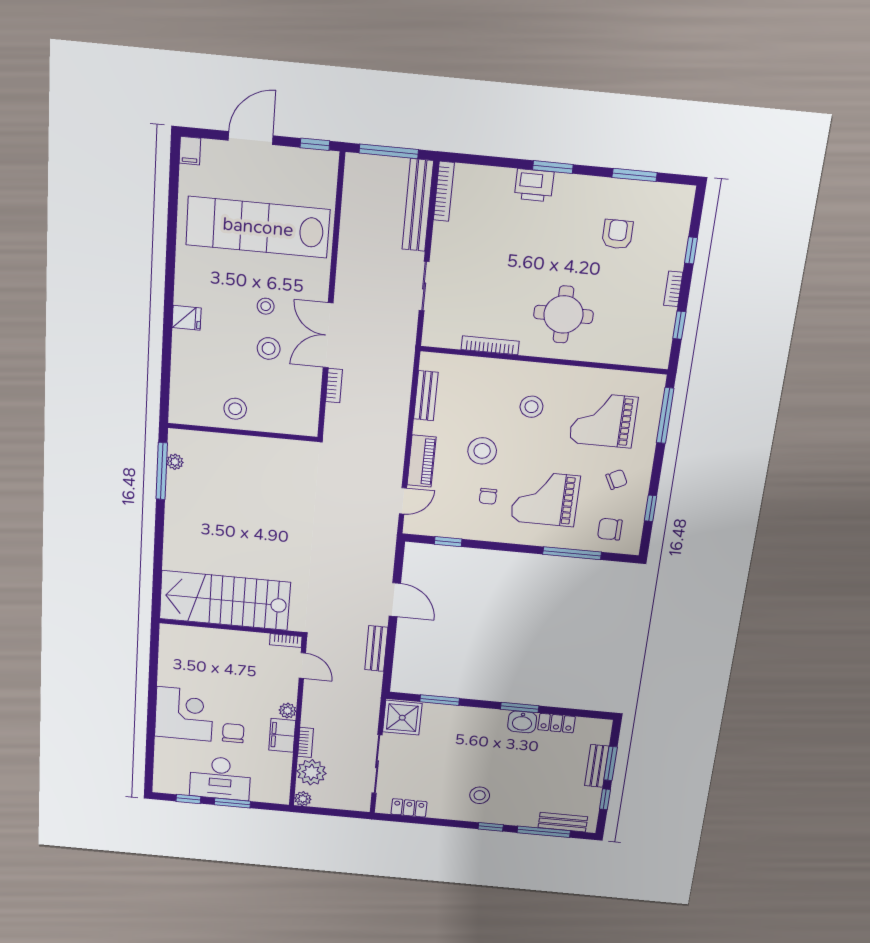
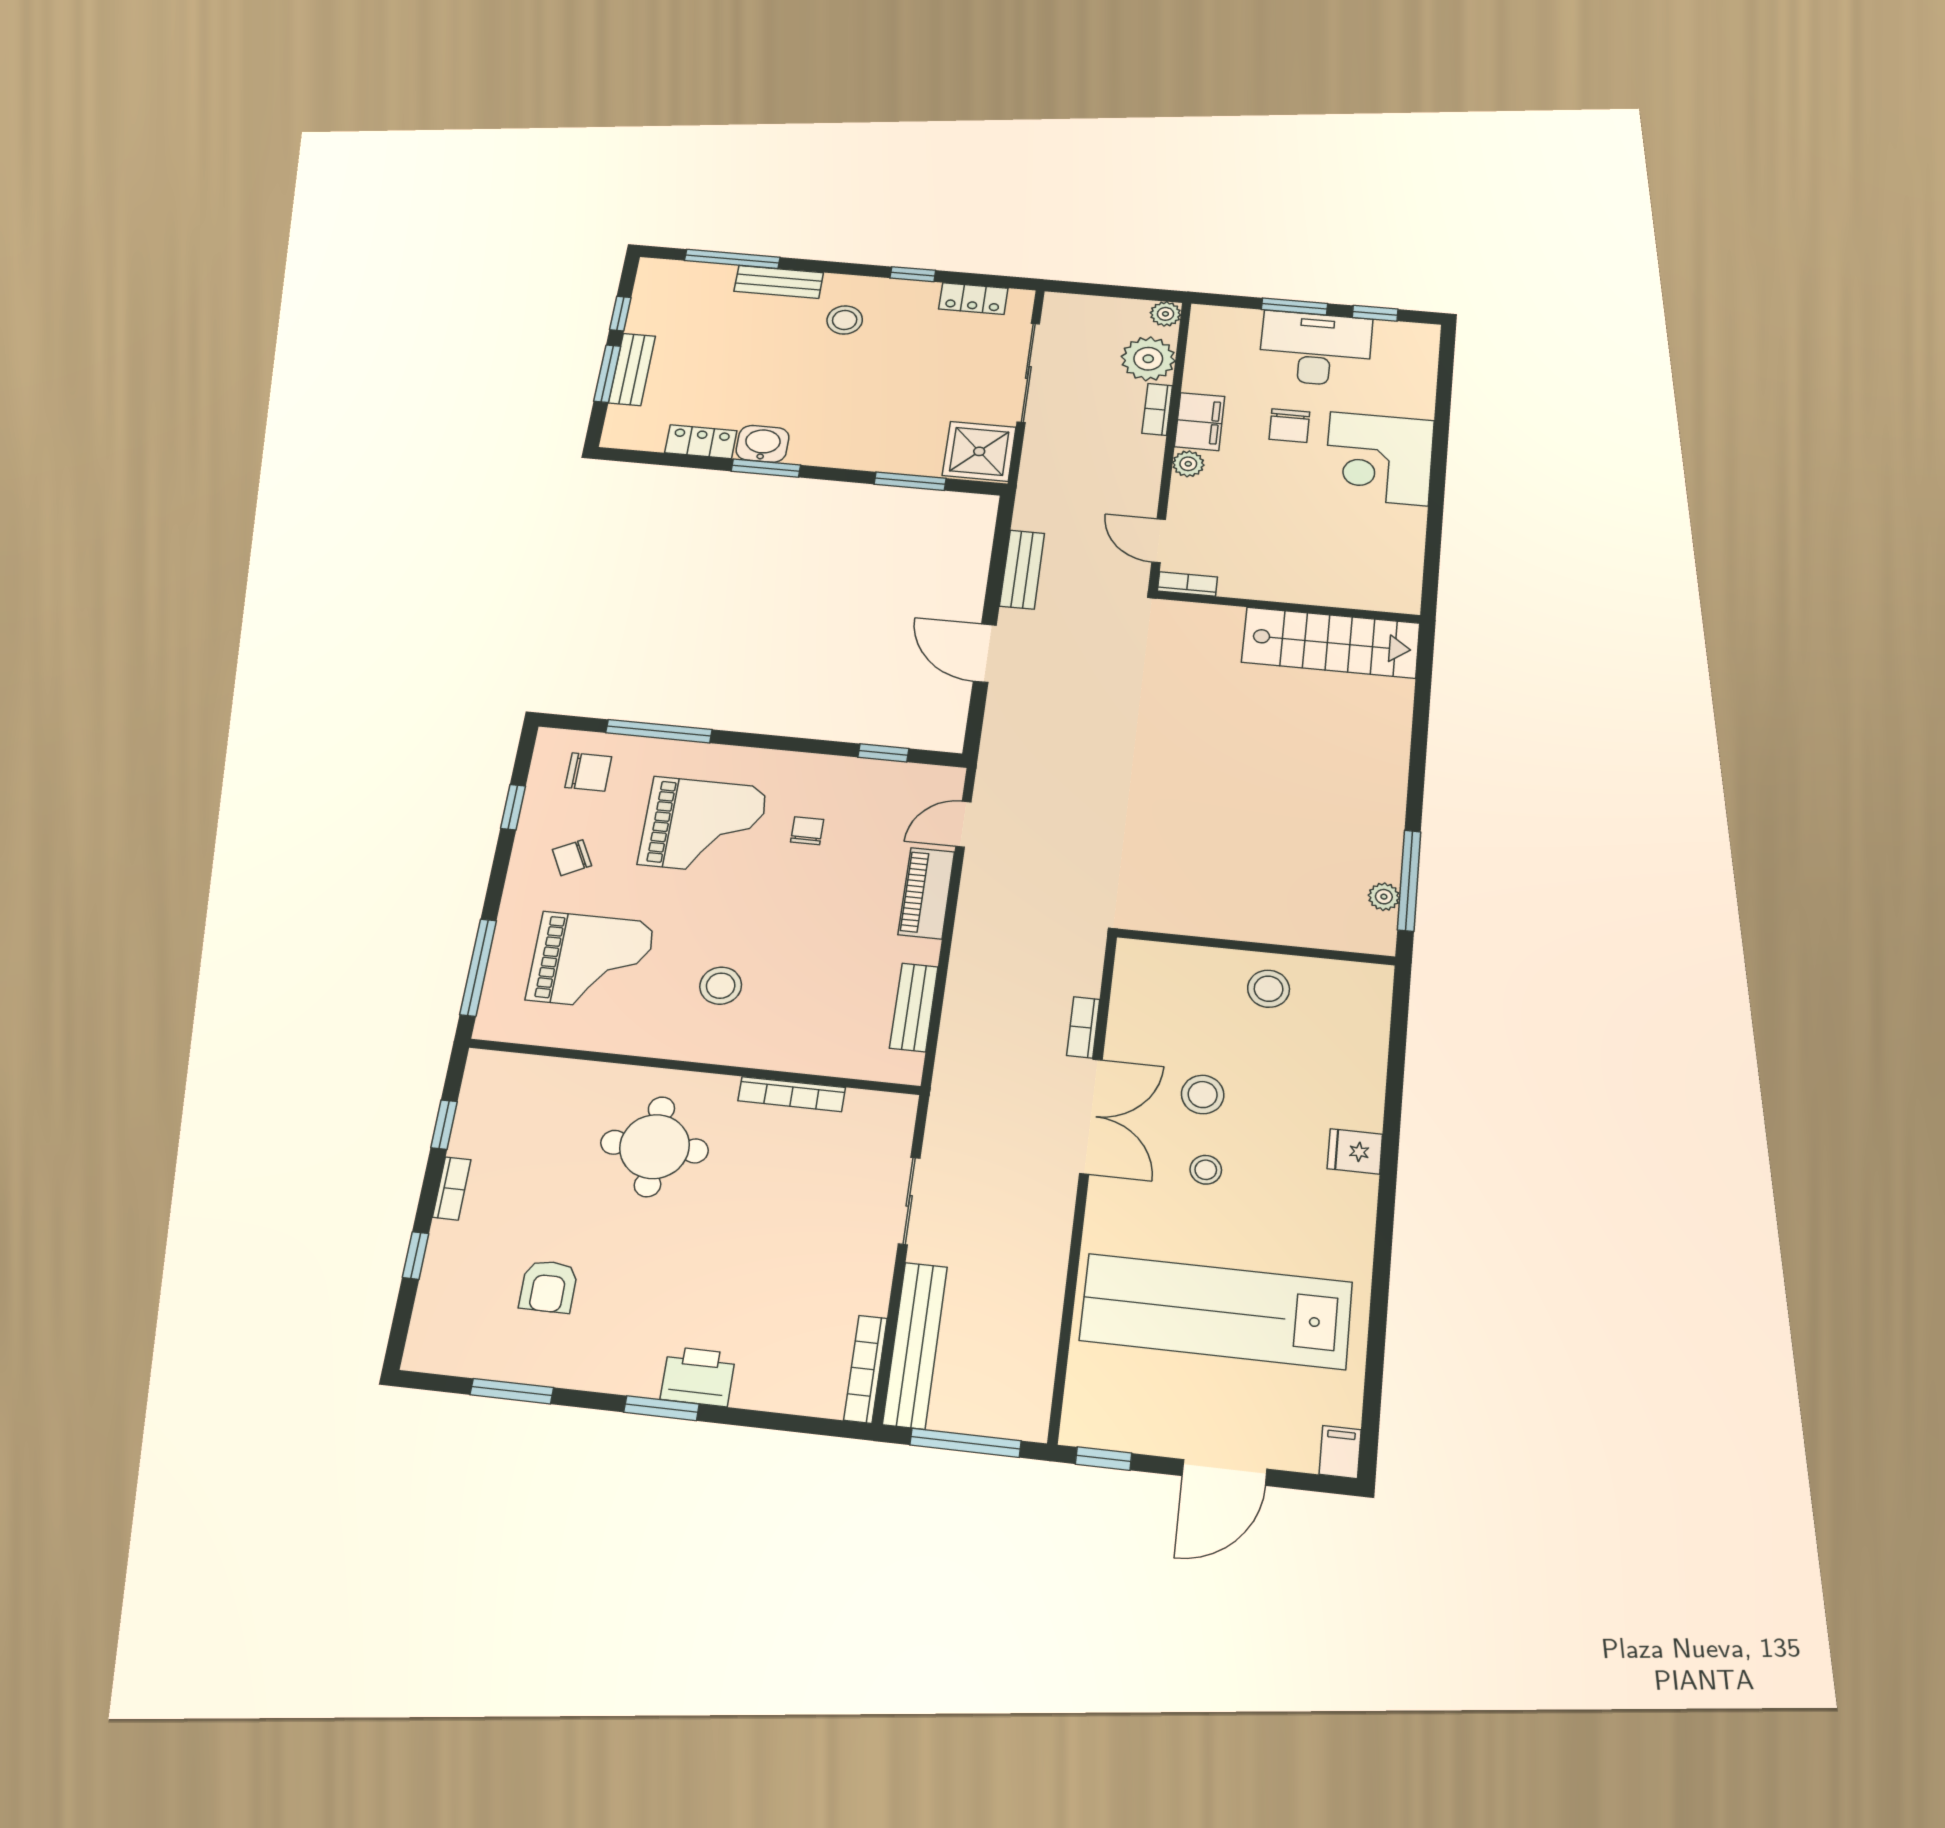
lab bench: (258, 227) -> (1216, 1311), turned 180
stool: (482, 451) -> (814, 910), removed
stairs: (225, 600) -> (1331, 643), width x0.73, depth x0.66
bench: (563, 822) -> (779, 282), moved
window: (491, 827) -> (913, 274), moved

